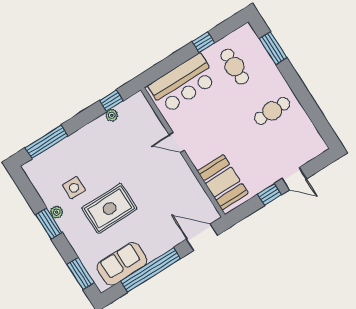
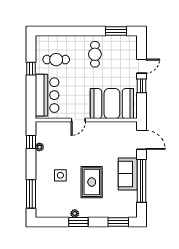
window: (273, 48) -> (116, 31), moved
booth: (223, 182) -> (112, 104), width x1.36, depth x1.42
side table: (74, 188) -> (60, 175), moved
door: (202, 237) -> (142, 140), swing flipped
sofa: (122, 264) -> (128, 174), moved

